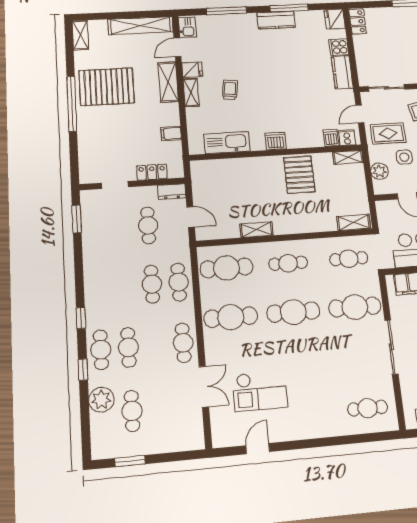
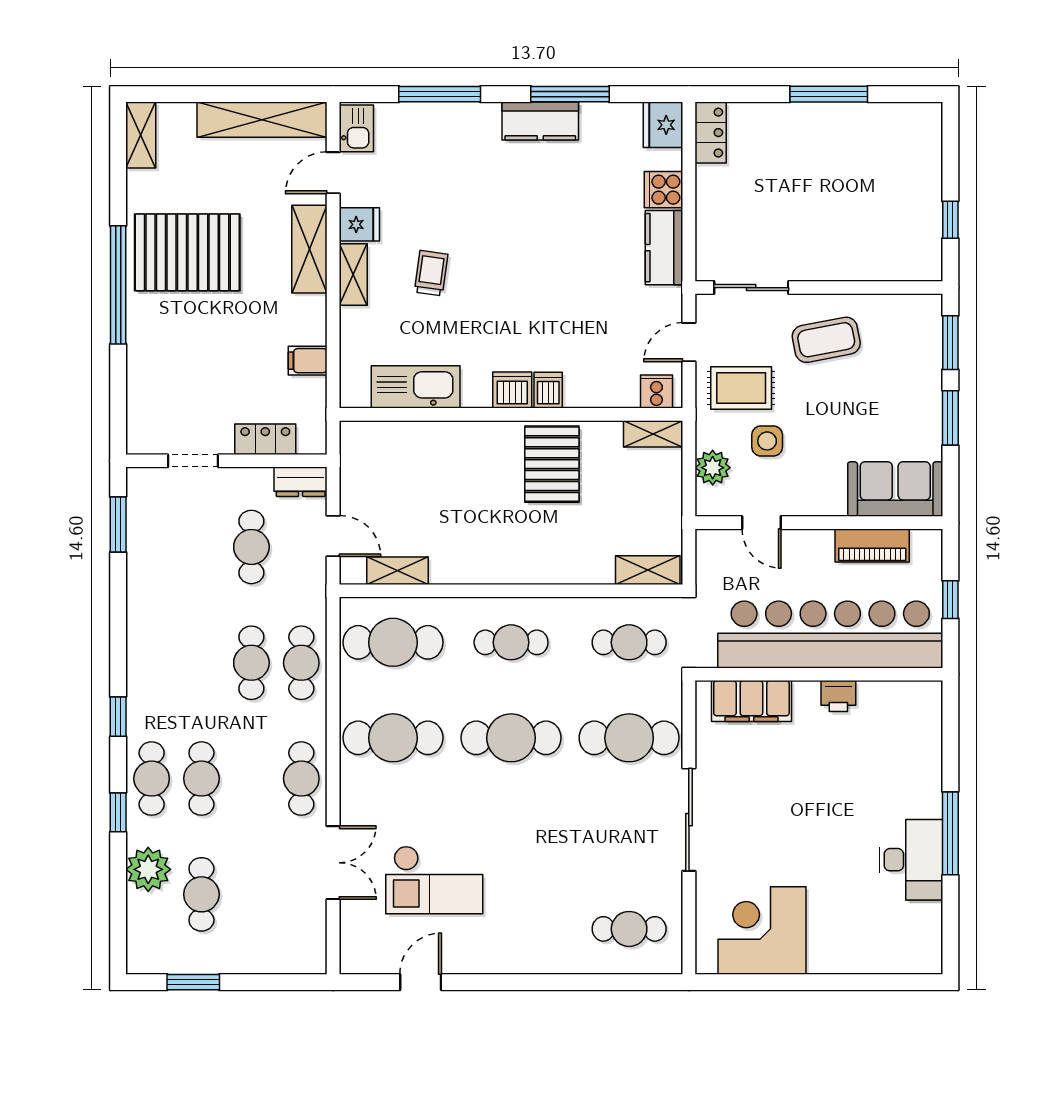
dishwasher: (331, 138) -> (548, 390), moved
shelving: (256, 230) -> (397, 571), moved

